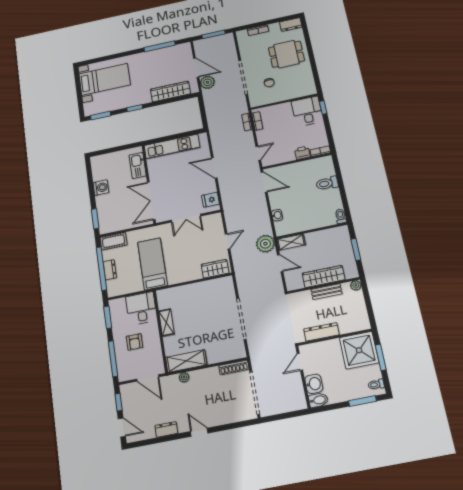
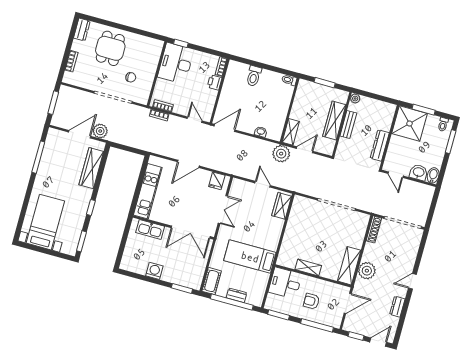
desk: (307, 111) -> (176, 63), width x1.37
armchair: (134, 342) -> (311, 301), turned 180
plant: (184, 377) -> (367, 271), width x1.87, depth x1.87

